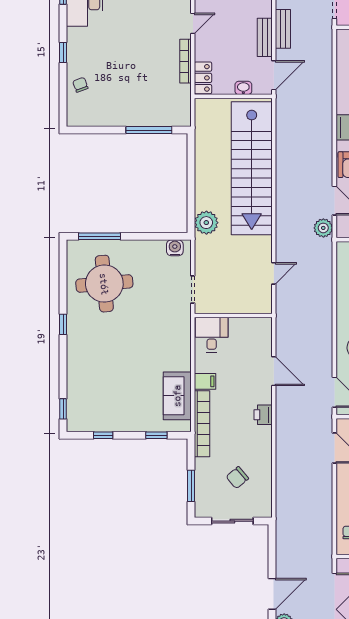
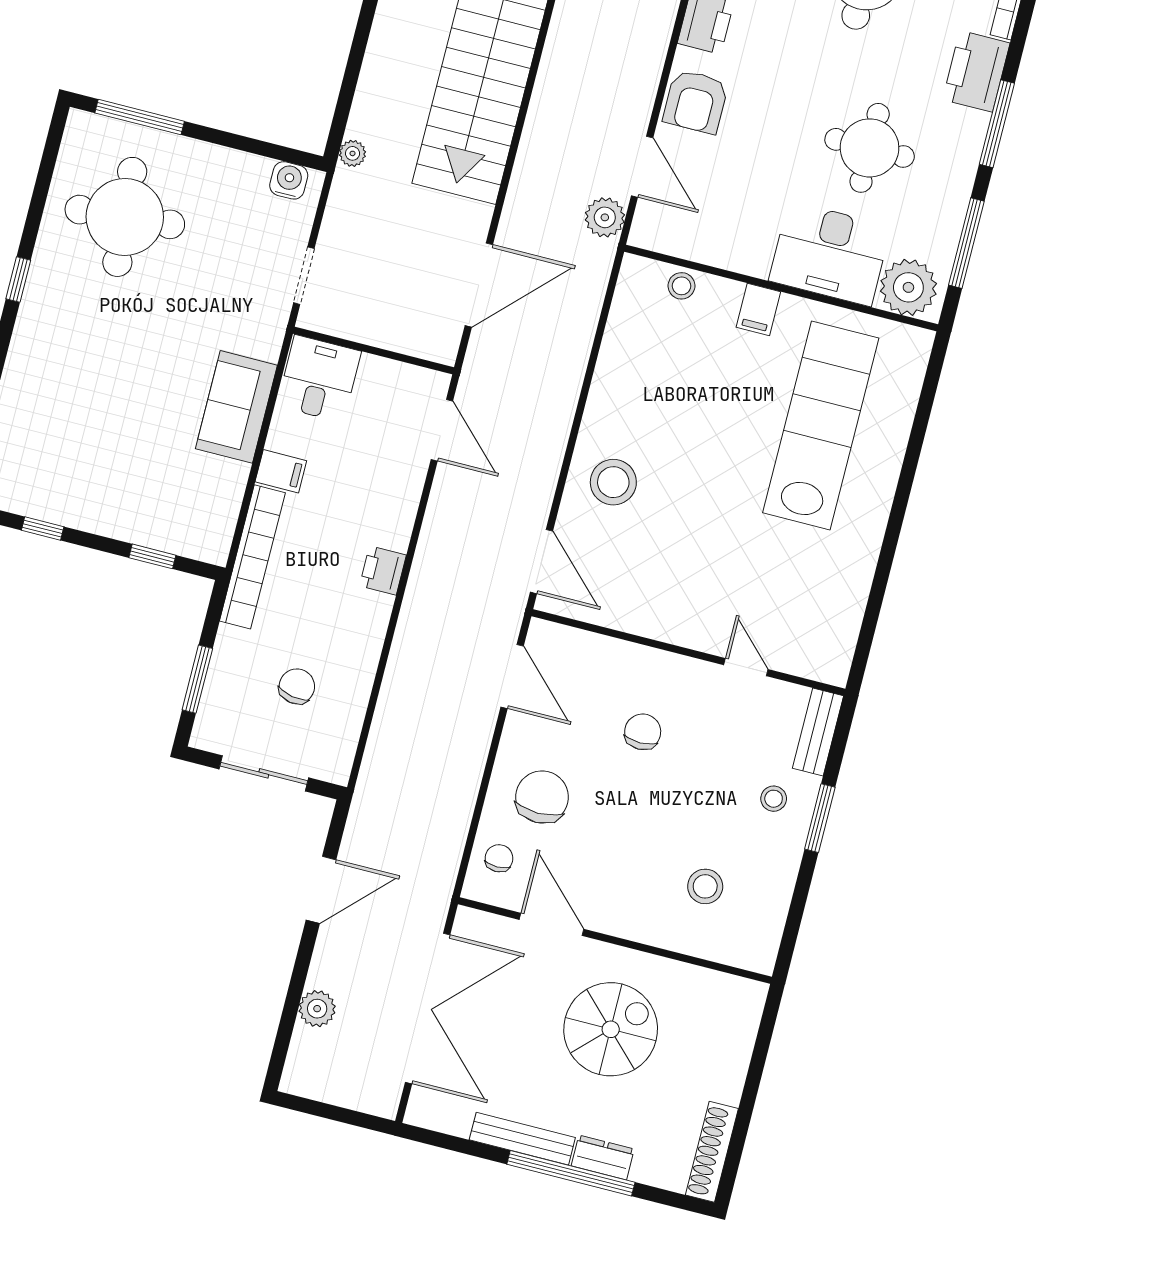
plant: (206, 223) -> (353, 153), width x0.53, depth x0.53
door: (274, 273) -> (479, 285), width x1.87
door: (274, 371) -> (442, 430), moved
sofa: (177, 396) -> (236, 407), moved
chair: (237, 478) -> (297, 686), turned 140
door: (272, 594) -> (321, 890), moved

